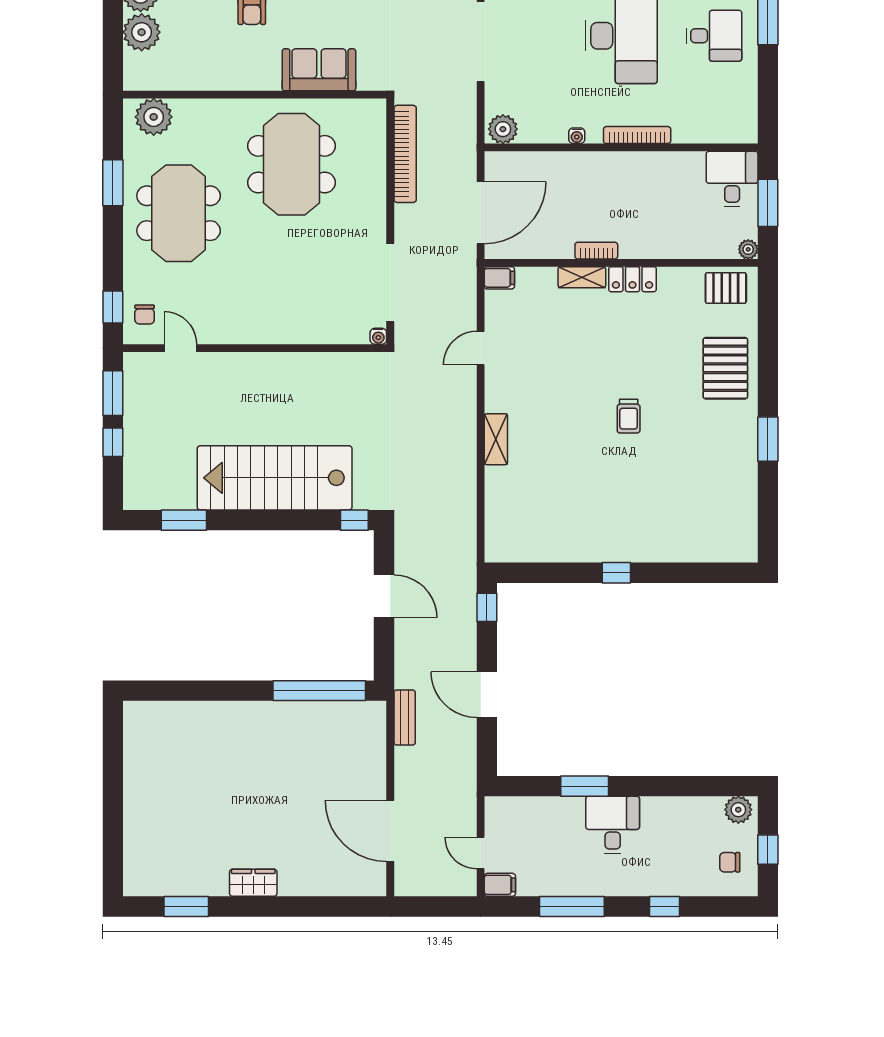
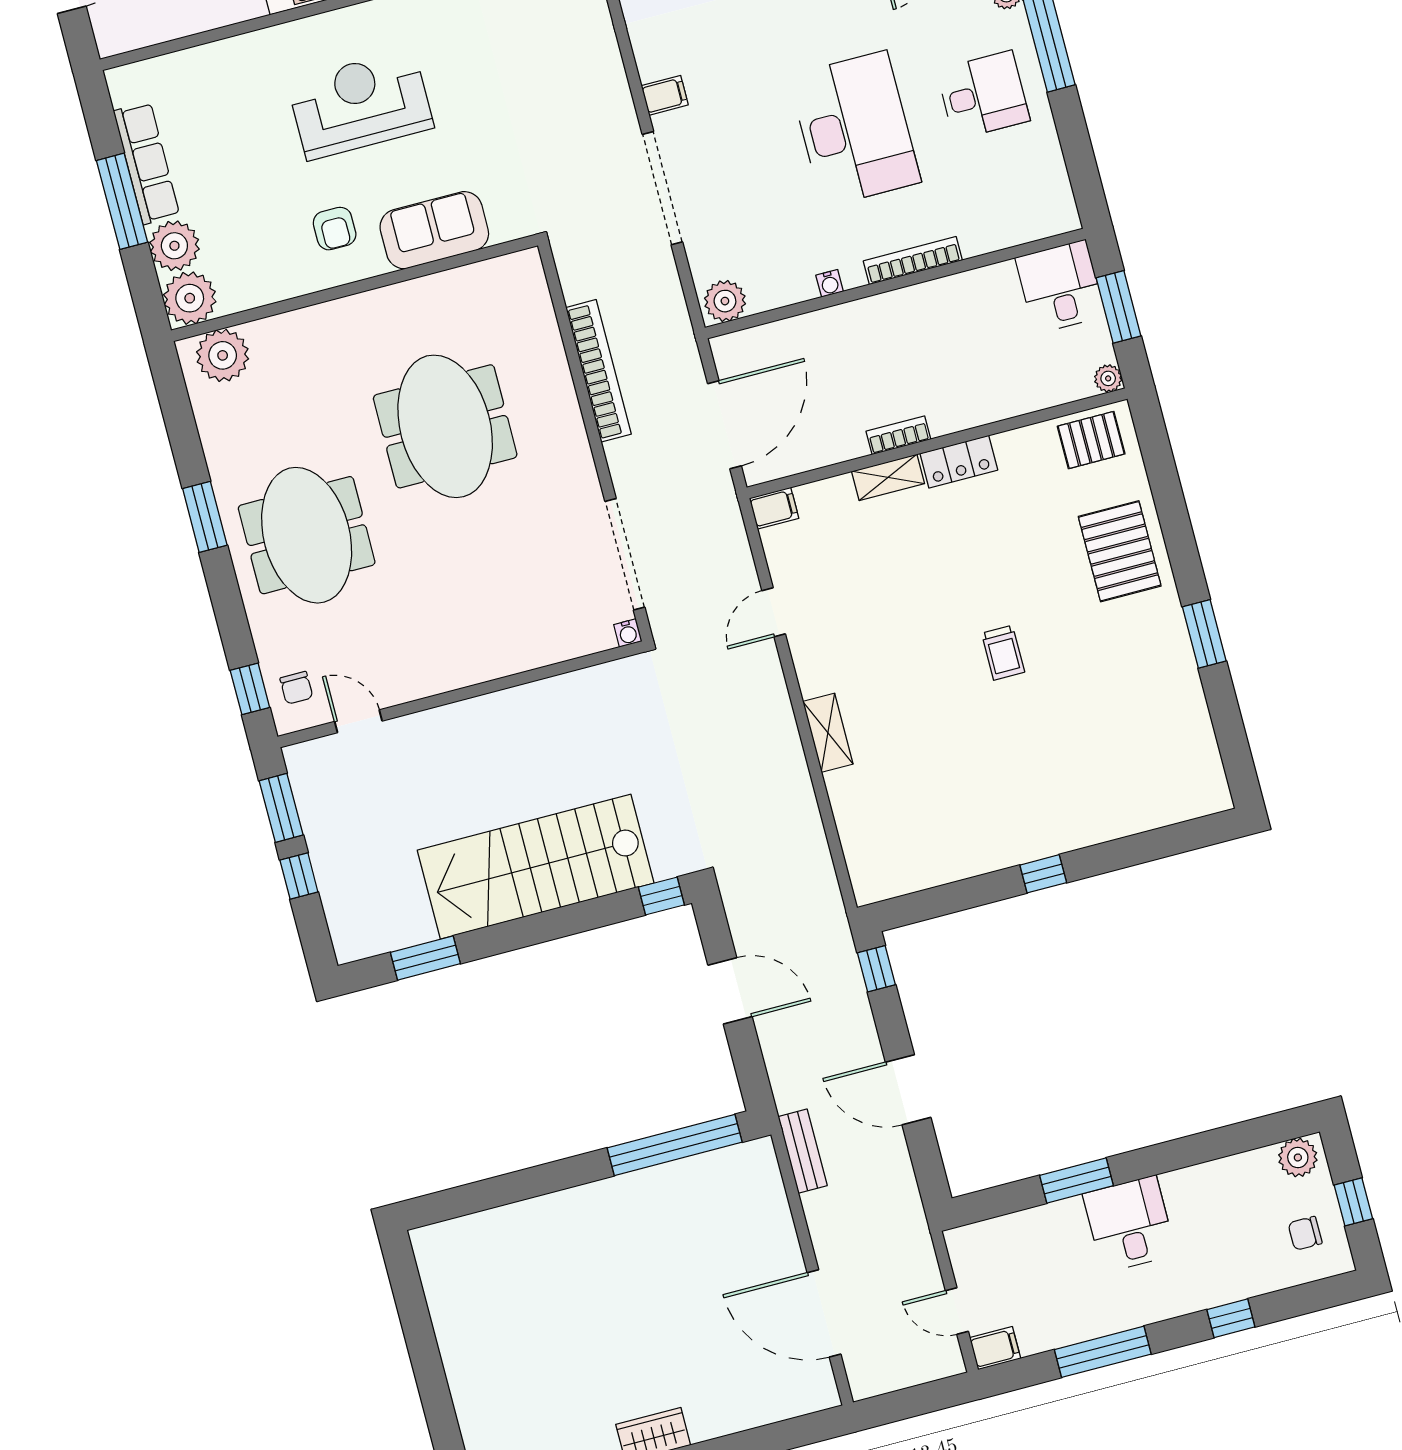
sofa: (319, 70) -> (434, 230), moved
wall: (255, 95) -> (354, 288), moved
plant: (154, 117) -> (223, 355), moved

